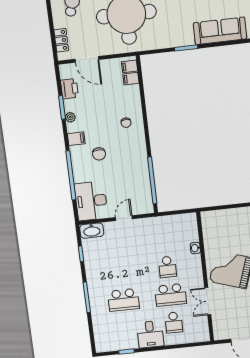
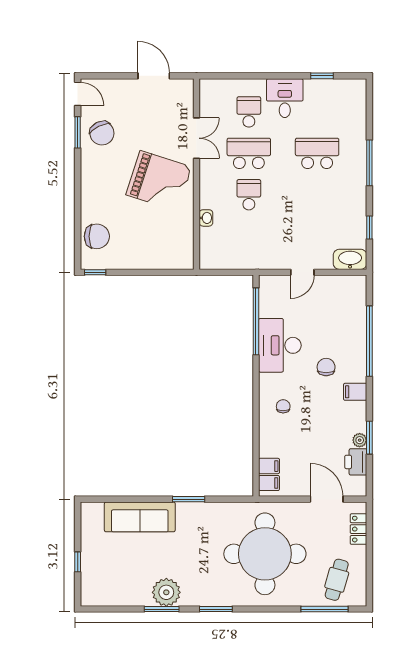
plant: (70, 117) -> (360, 440), moved
desk: (91, 201) -> (280, 345), moved, turned 180

